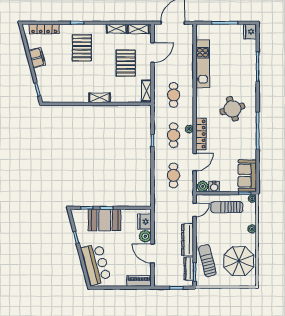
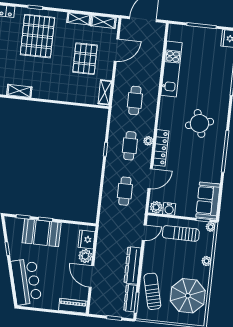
pallet: (82, 48) -> (37, 36), width x1.37, depth x1.41
shelving: (100, 98) -> (19, 91), moved

